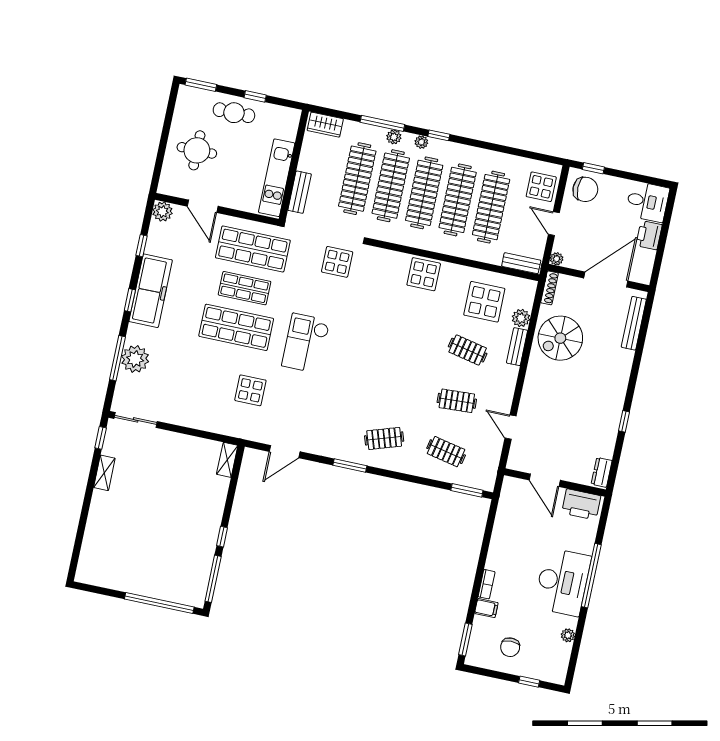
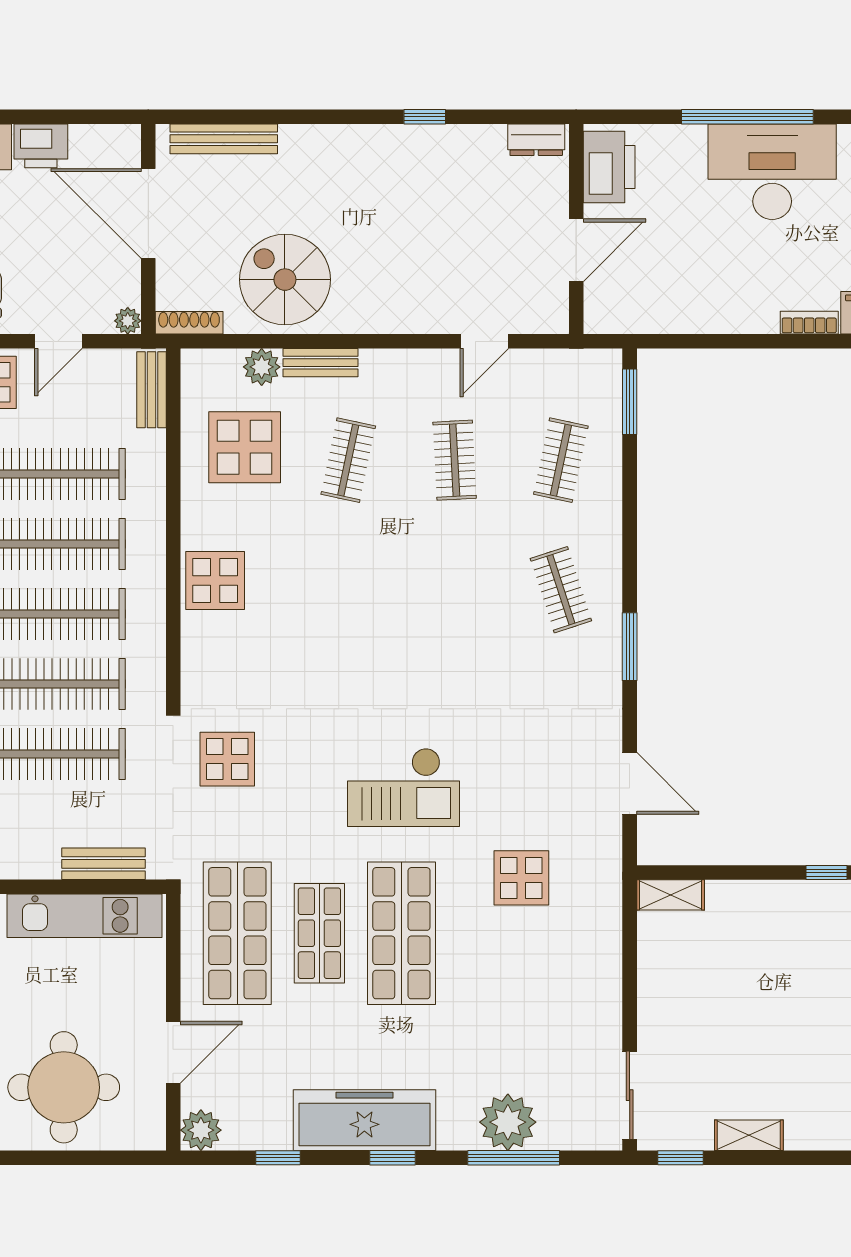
round table: (197, 150) -> (64, 1087), width x1.36, depth x1.36
spiral stairs: (560, 338) -> (285, 280), turned 180

